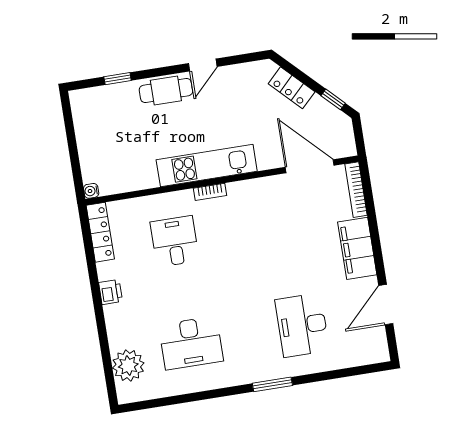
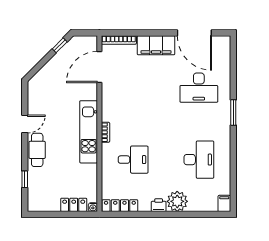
door: (203, 65) -> (25, 124), hinge flipped
locker: (292, 88) -> (74, 205), moved, turned -135
desk: (175, 241) -> (133, 160), turned 180
door: (386, 305) -> (194, 33), width x1.36
plant: (128, 366) -> (177, 201), moved
filing cabinet: (129, 393) -> (224, 203), added

